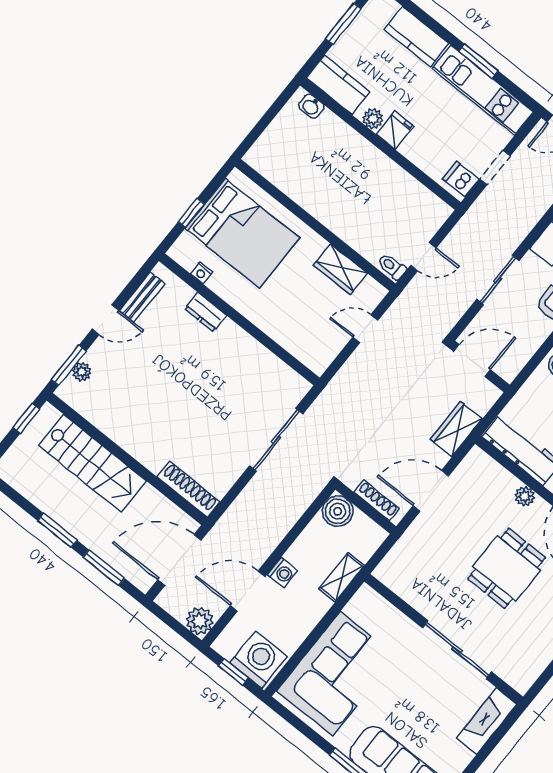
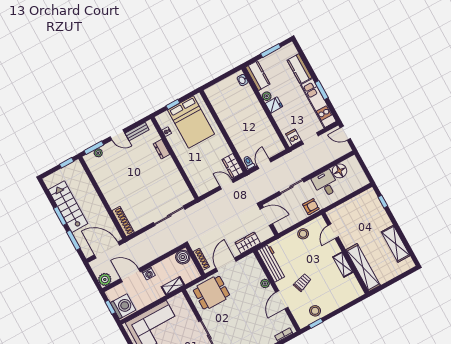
door: (423, 257) -> (264, 164), swing flipped
wardrobe: (341, 269) -> (233, 166), moved
stairs: (92, 463) -> (68, 207), moved, turned 180
door: (431, 491) -> (226, 265), hinge flipped
dining table: (507, 568) -> (211, 293), moved

